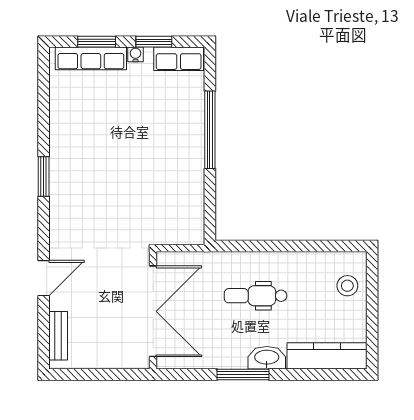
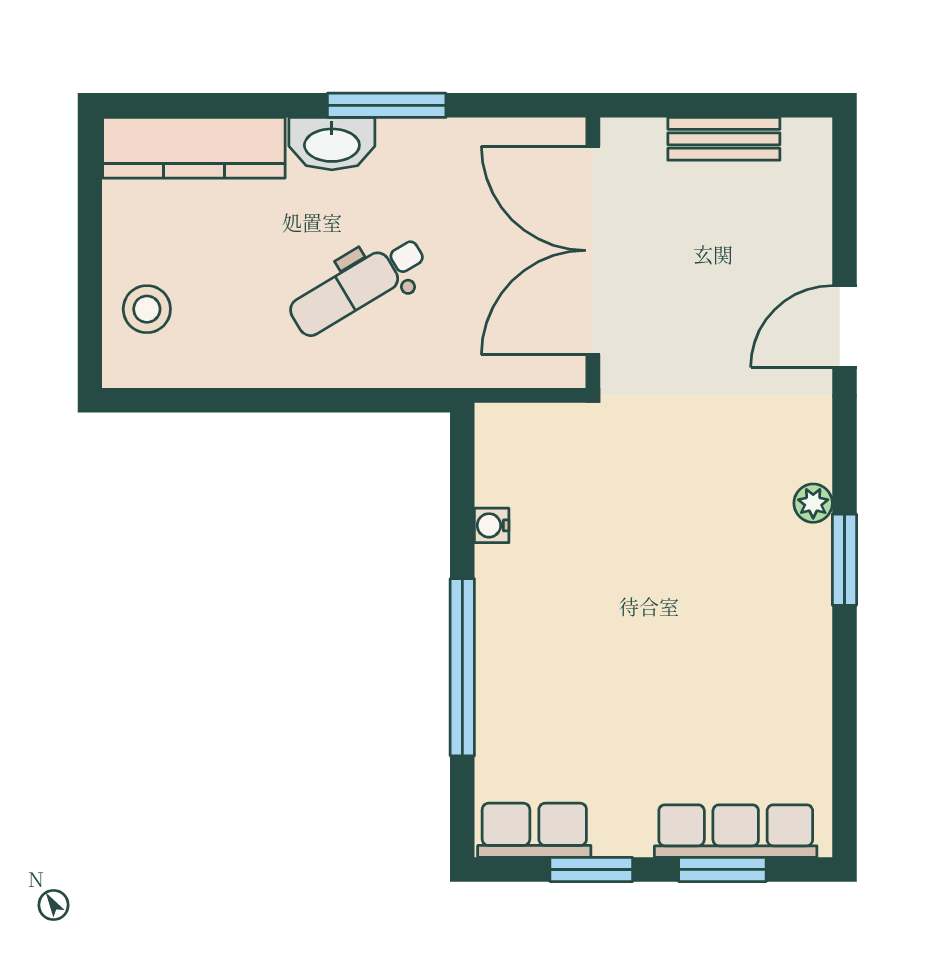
water cooler: (136, 54) -> (492, 525), moved, turned 90
plant: (57, 201) -> (813, 503), added
dental chair: (256, 296) -> (358, 286), turned 149
bench: (58, 336) -> (724, 139), moved, turned 90

